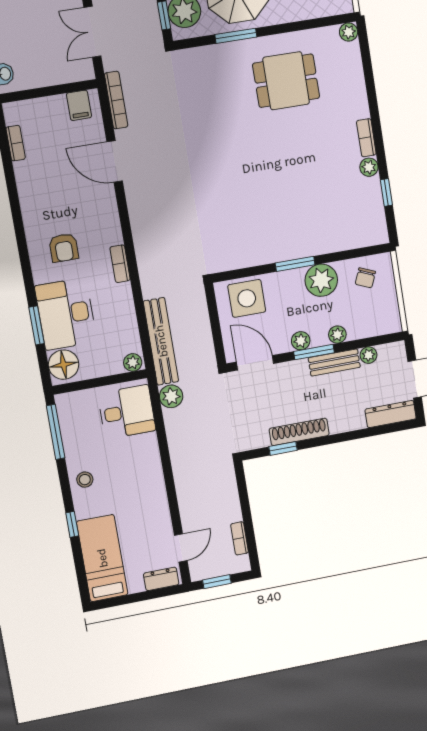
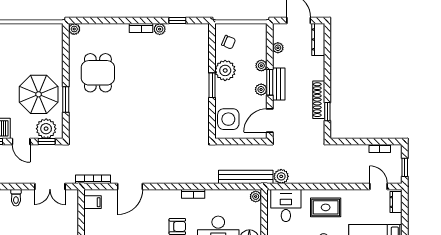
bench: (334, 362) -> (279, 84), moved
rug: (134, 474) -> (326, 207), added

